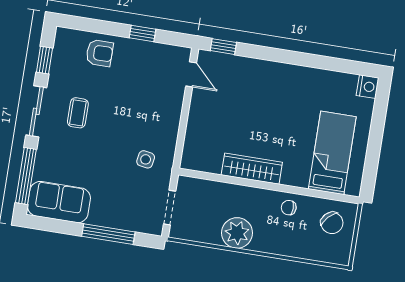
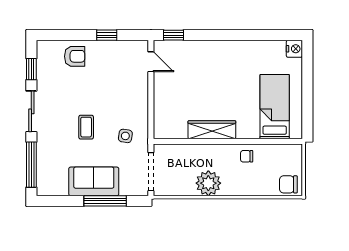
coffee table: (78, 113) -> (86, 127), moved
sofa: (59, 202) -> (94, 181), moved
doorway: (170, 208) -> (151, 172), width x1.38
chair: (332, 223) -> (288, 184), moved, turned 136

